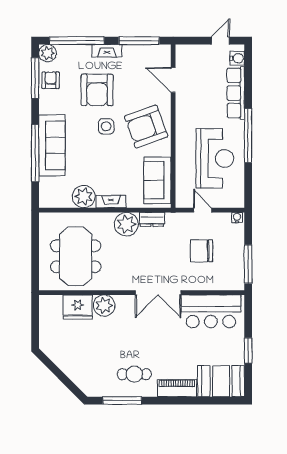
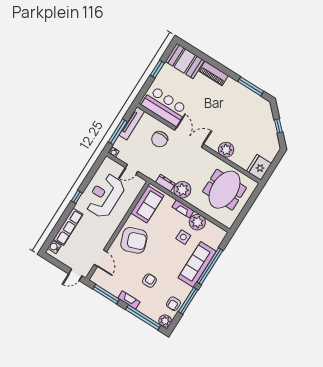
door: (221, 41) -> (75, 275), moved
window: (35, 78) -> (188, 301), moved
armchair: (97, 90) -> (149, 281), width x0.53, depth x0.53
side table: (106, 126) -> (183, 237), moved
window: (248, 136) -> (77, 197), width x0.32
door: (203, 210) -> (132, 170), hinge flipped
chair: (202, 251) -> (160, 139), moved, turned 90
window: (248, 264) -> (118, 132), moved
tv unit: (238, 266) -> (132, 123), added
fridge: (78, 307) -> (259, 167), moved, turned -90
window: (59, 374) -> (278, 126), added
cafe table: (134, 374) -> (234, 98), removed

